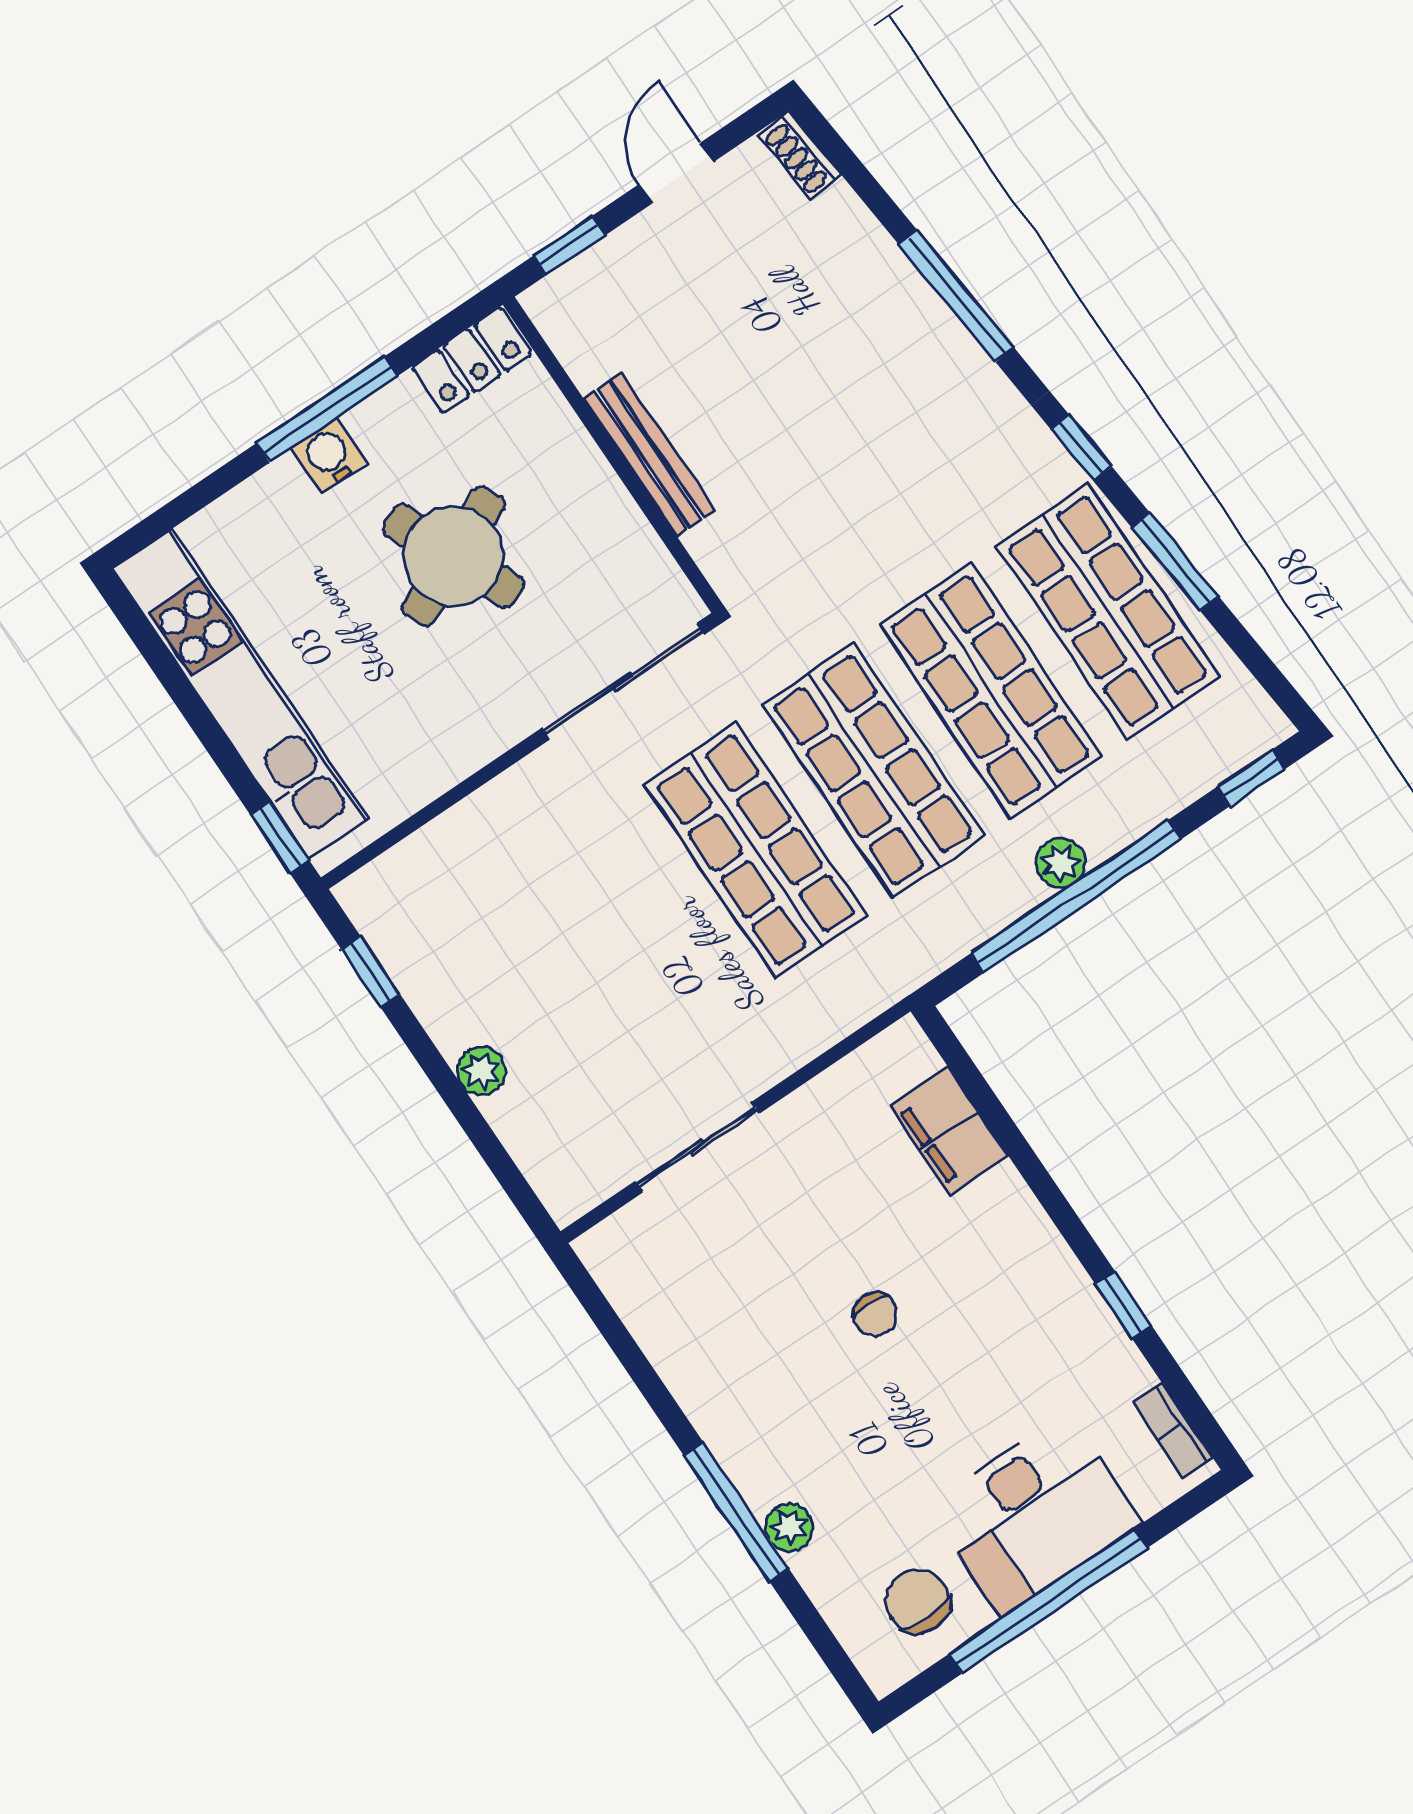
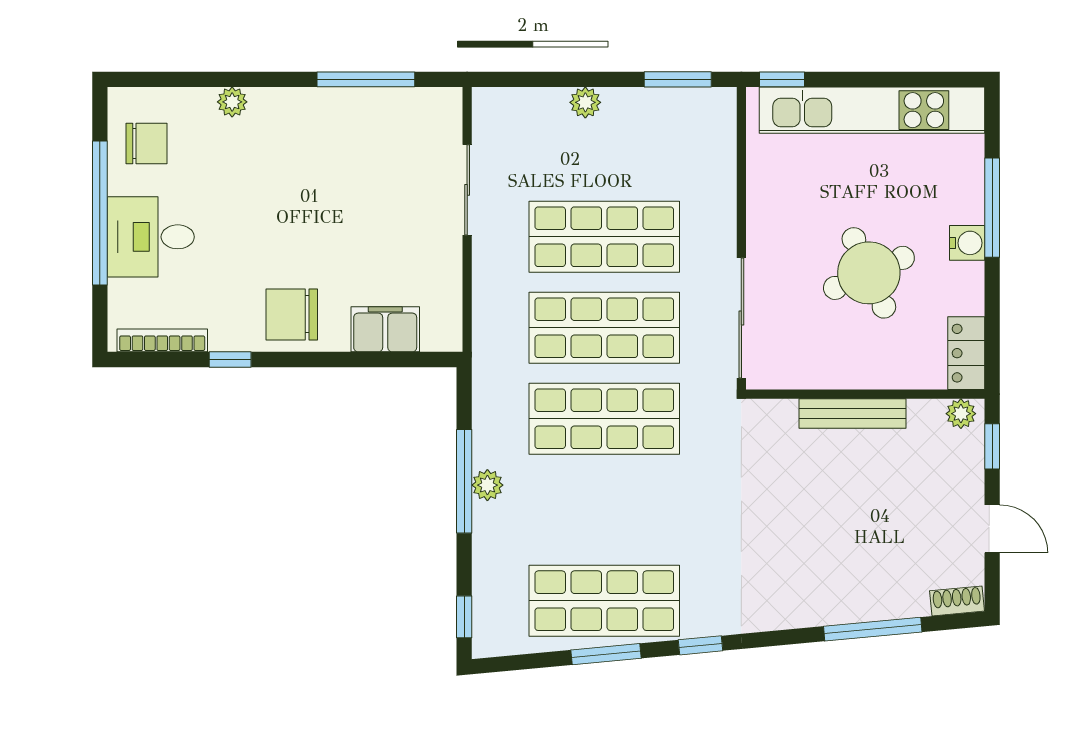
window: (956, 296) -> (873, 629), moved
plant: (555, 314) -> (961, 414), added
window: (327, 410) -> (992, 208), moved
shop shelf: (990, 691) -> (604, 237), moved
window: (1076, 896) -> (464, 481), width x0.68
window: (371, 972) -> (678, 79), width x1.50
chair: (875, 1314) -> (292, 314), moved, width x1.87, depth x1.87
bookcase: (1172, 1430) -> (162, 340), width x1.56
window: (736, 1512) -> (366, 79), moved
desk: (1034, 1514) -> (151, 237), width x0.73

